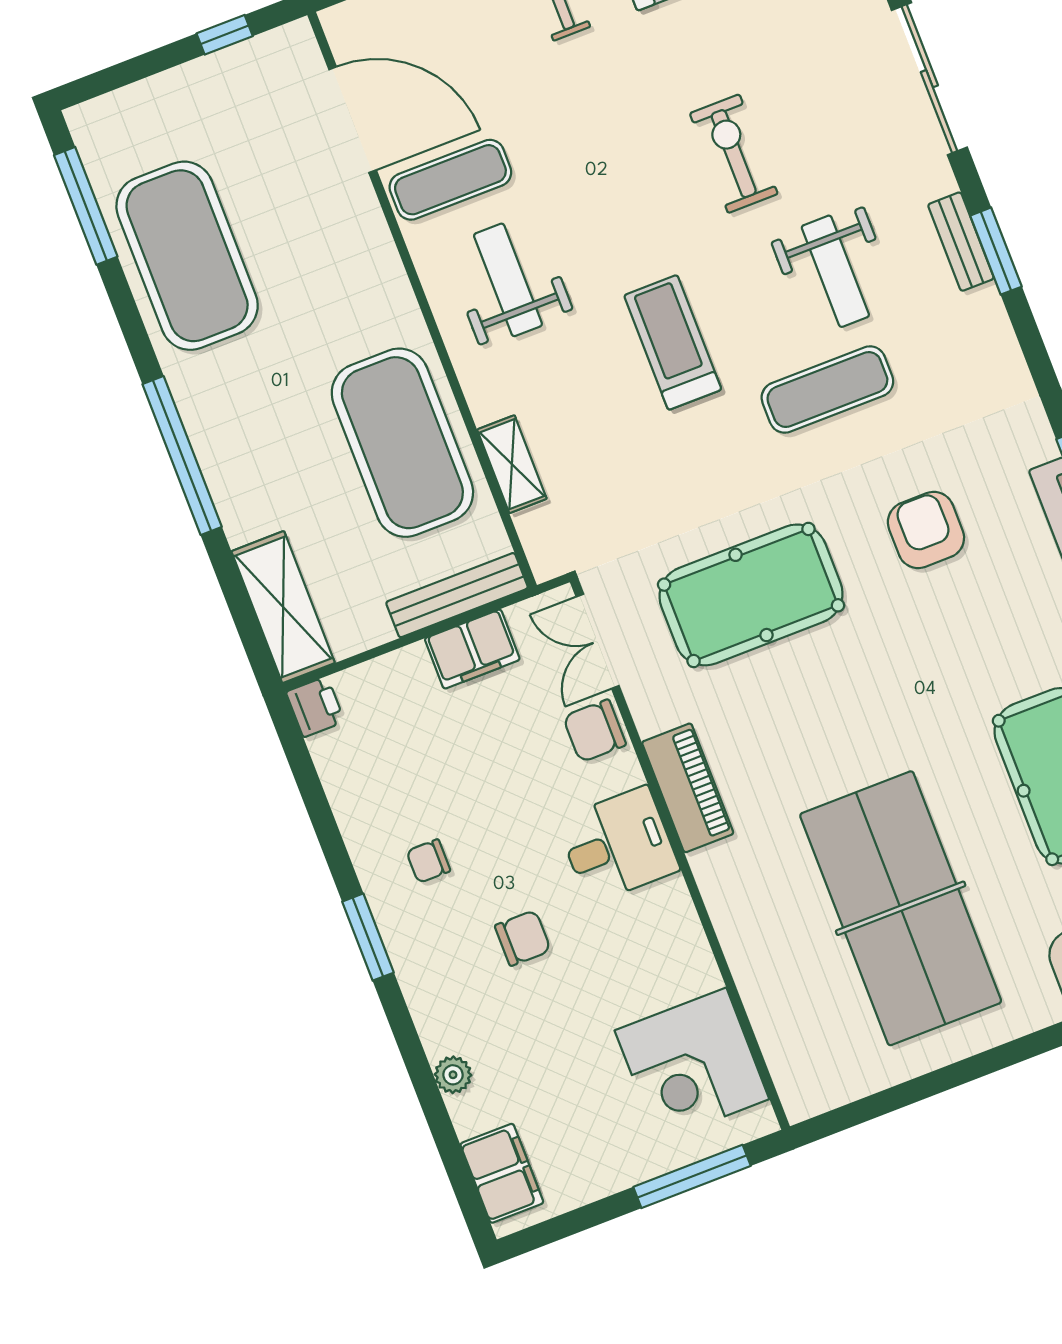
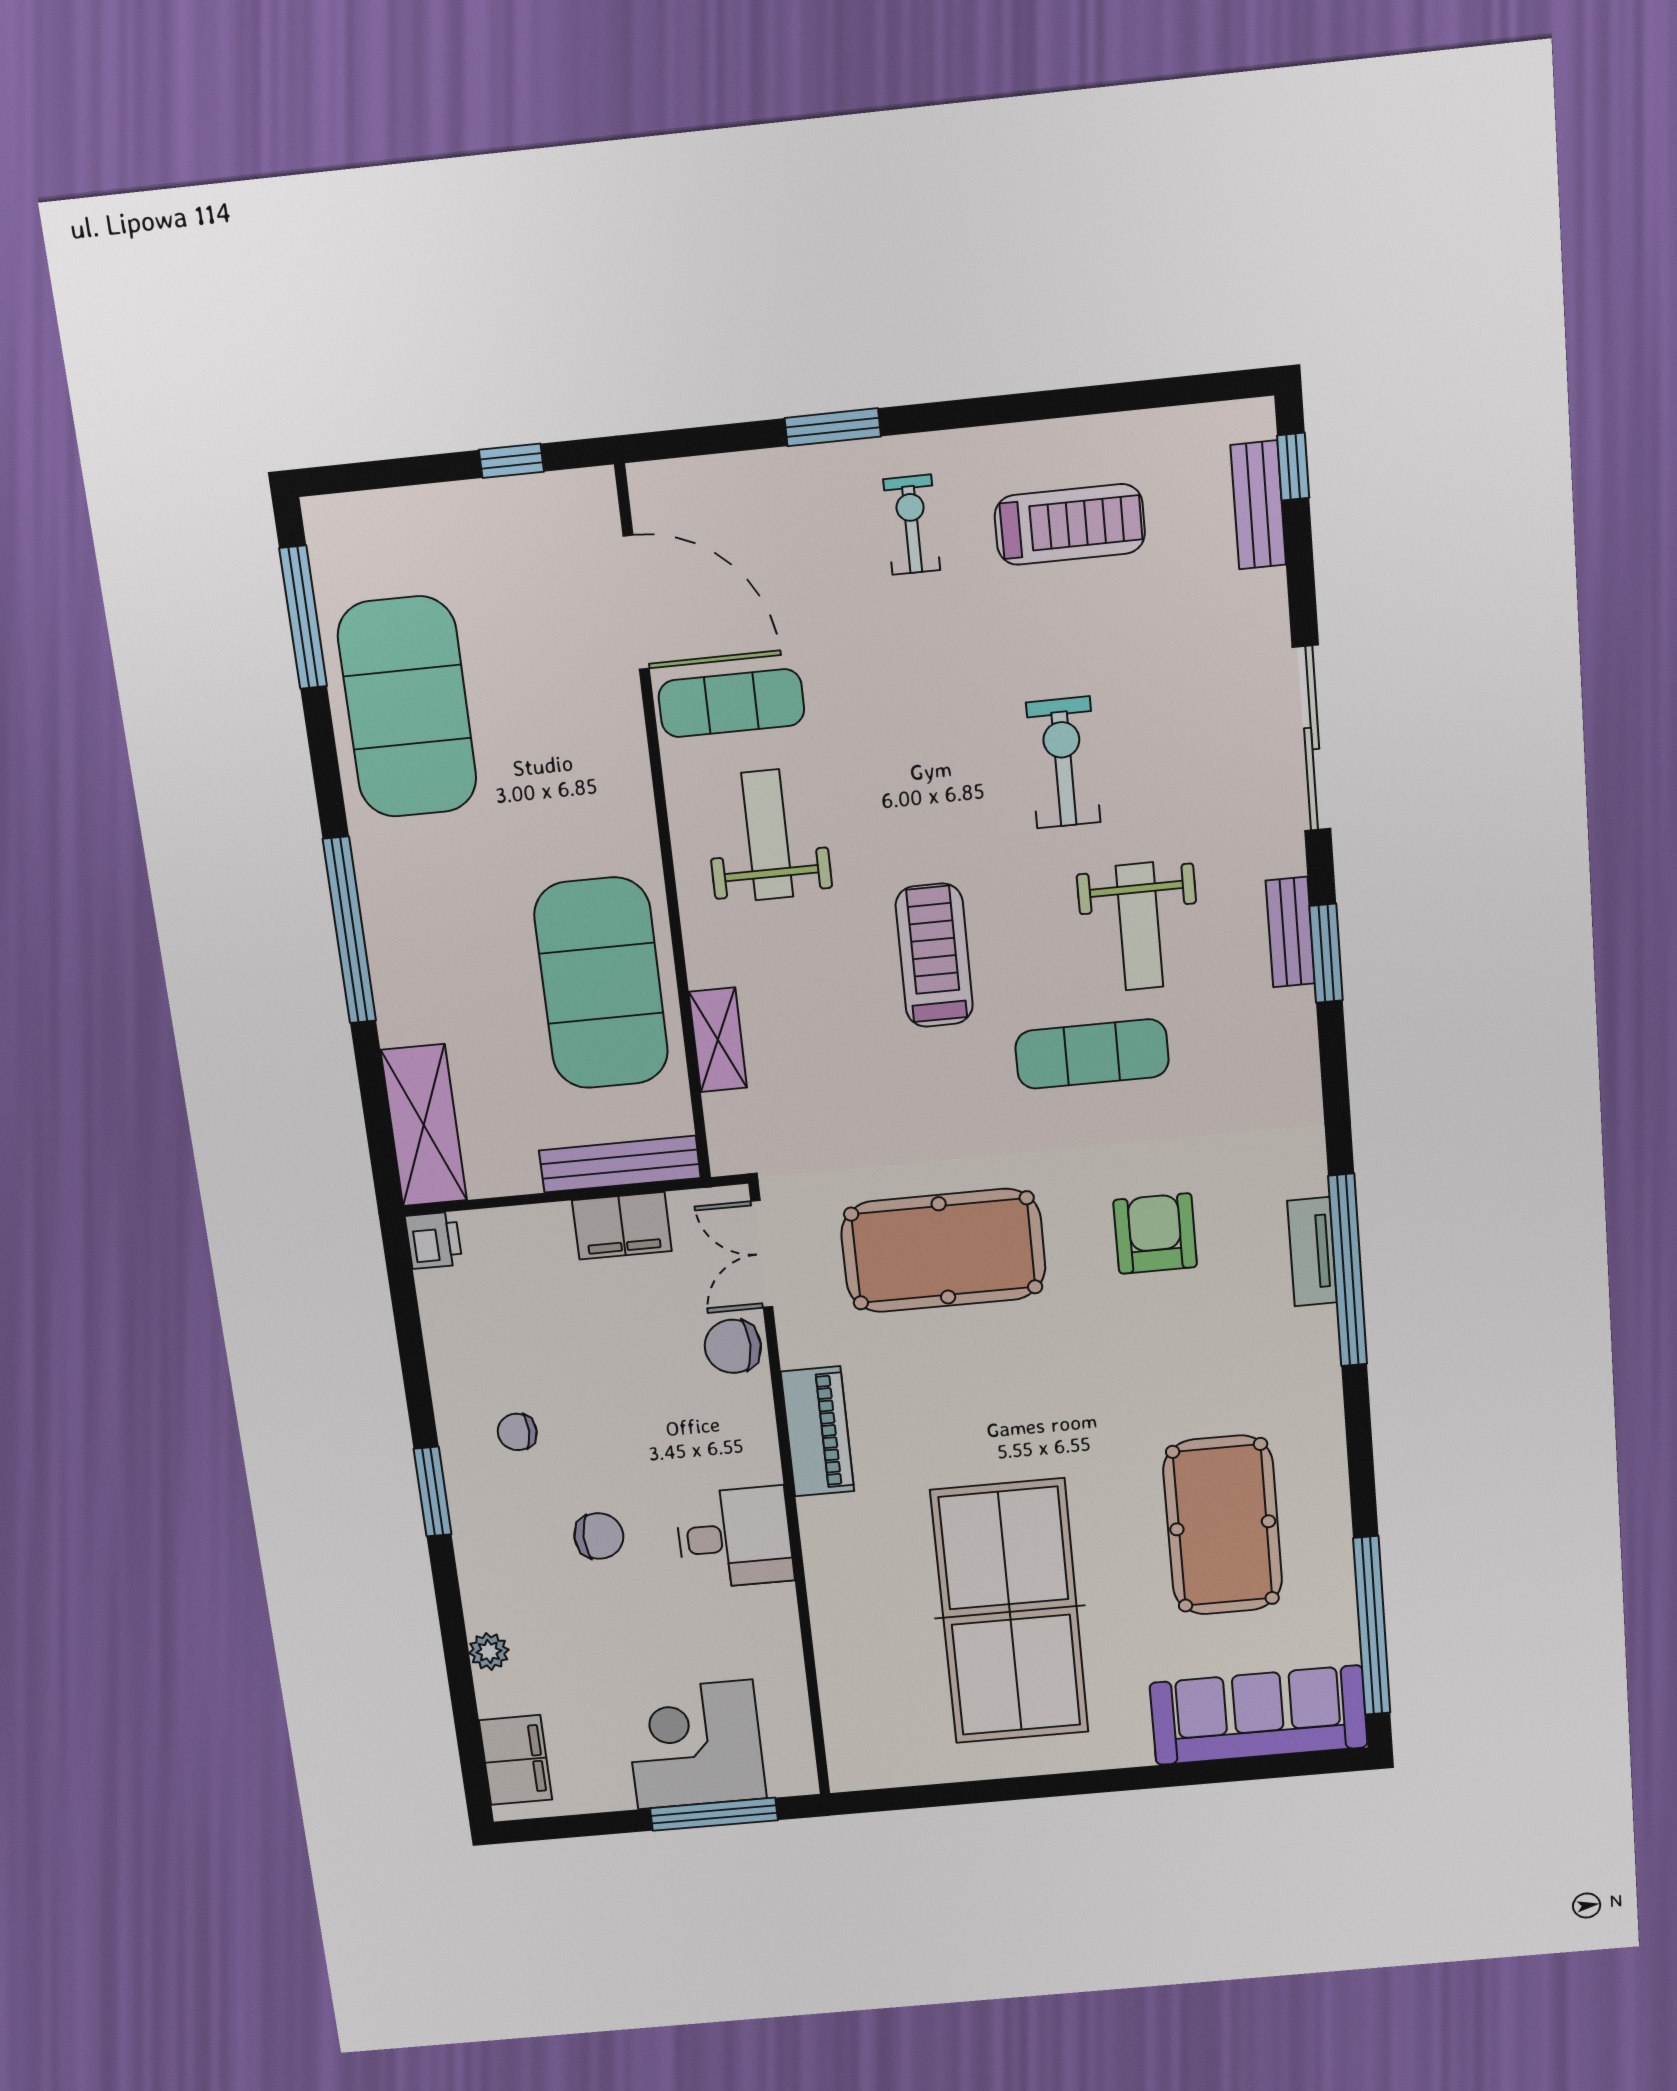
desk: (618, 845) -> (734, 1537), moved
corner desk: (692, 1065) -> (695, 1745), moved, turned 90

